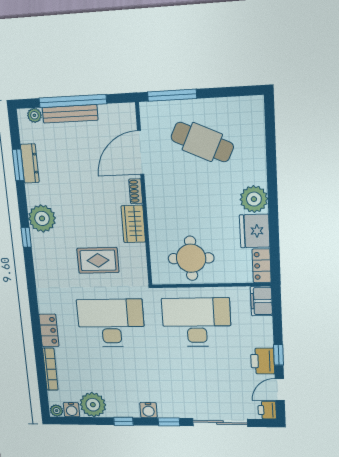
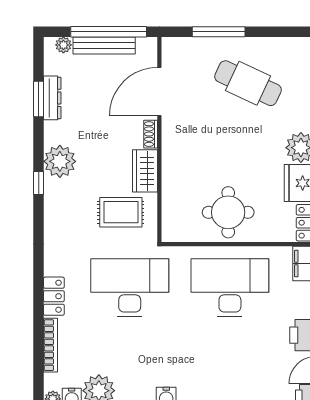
door: (141, 153) -> (159, 92), moved
shoe rack: (136, 191) -> (151, 134), moved
wall: (144, 196) -> (159, 139), moved
wardrobe: (133, 224) -> (145, 171), moved

